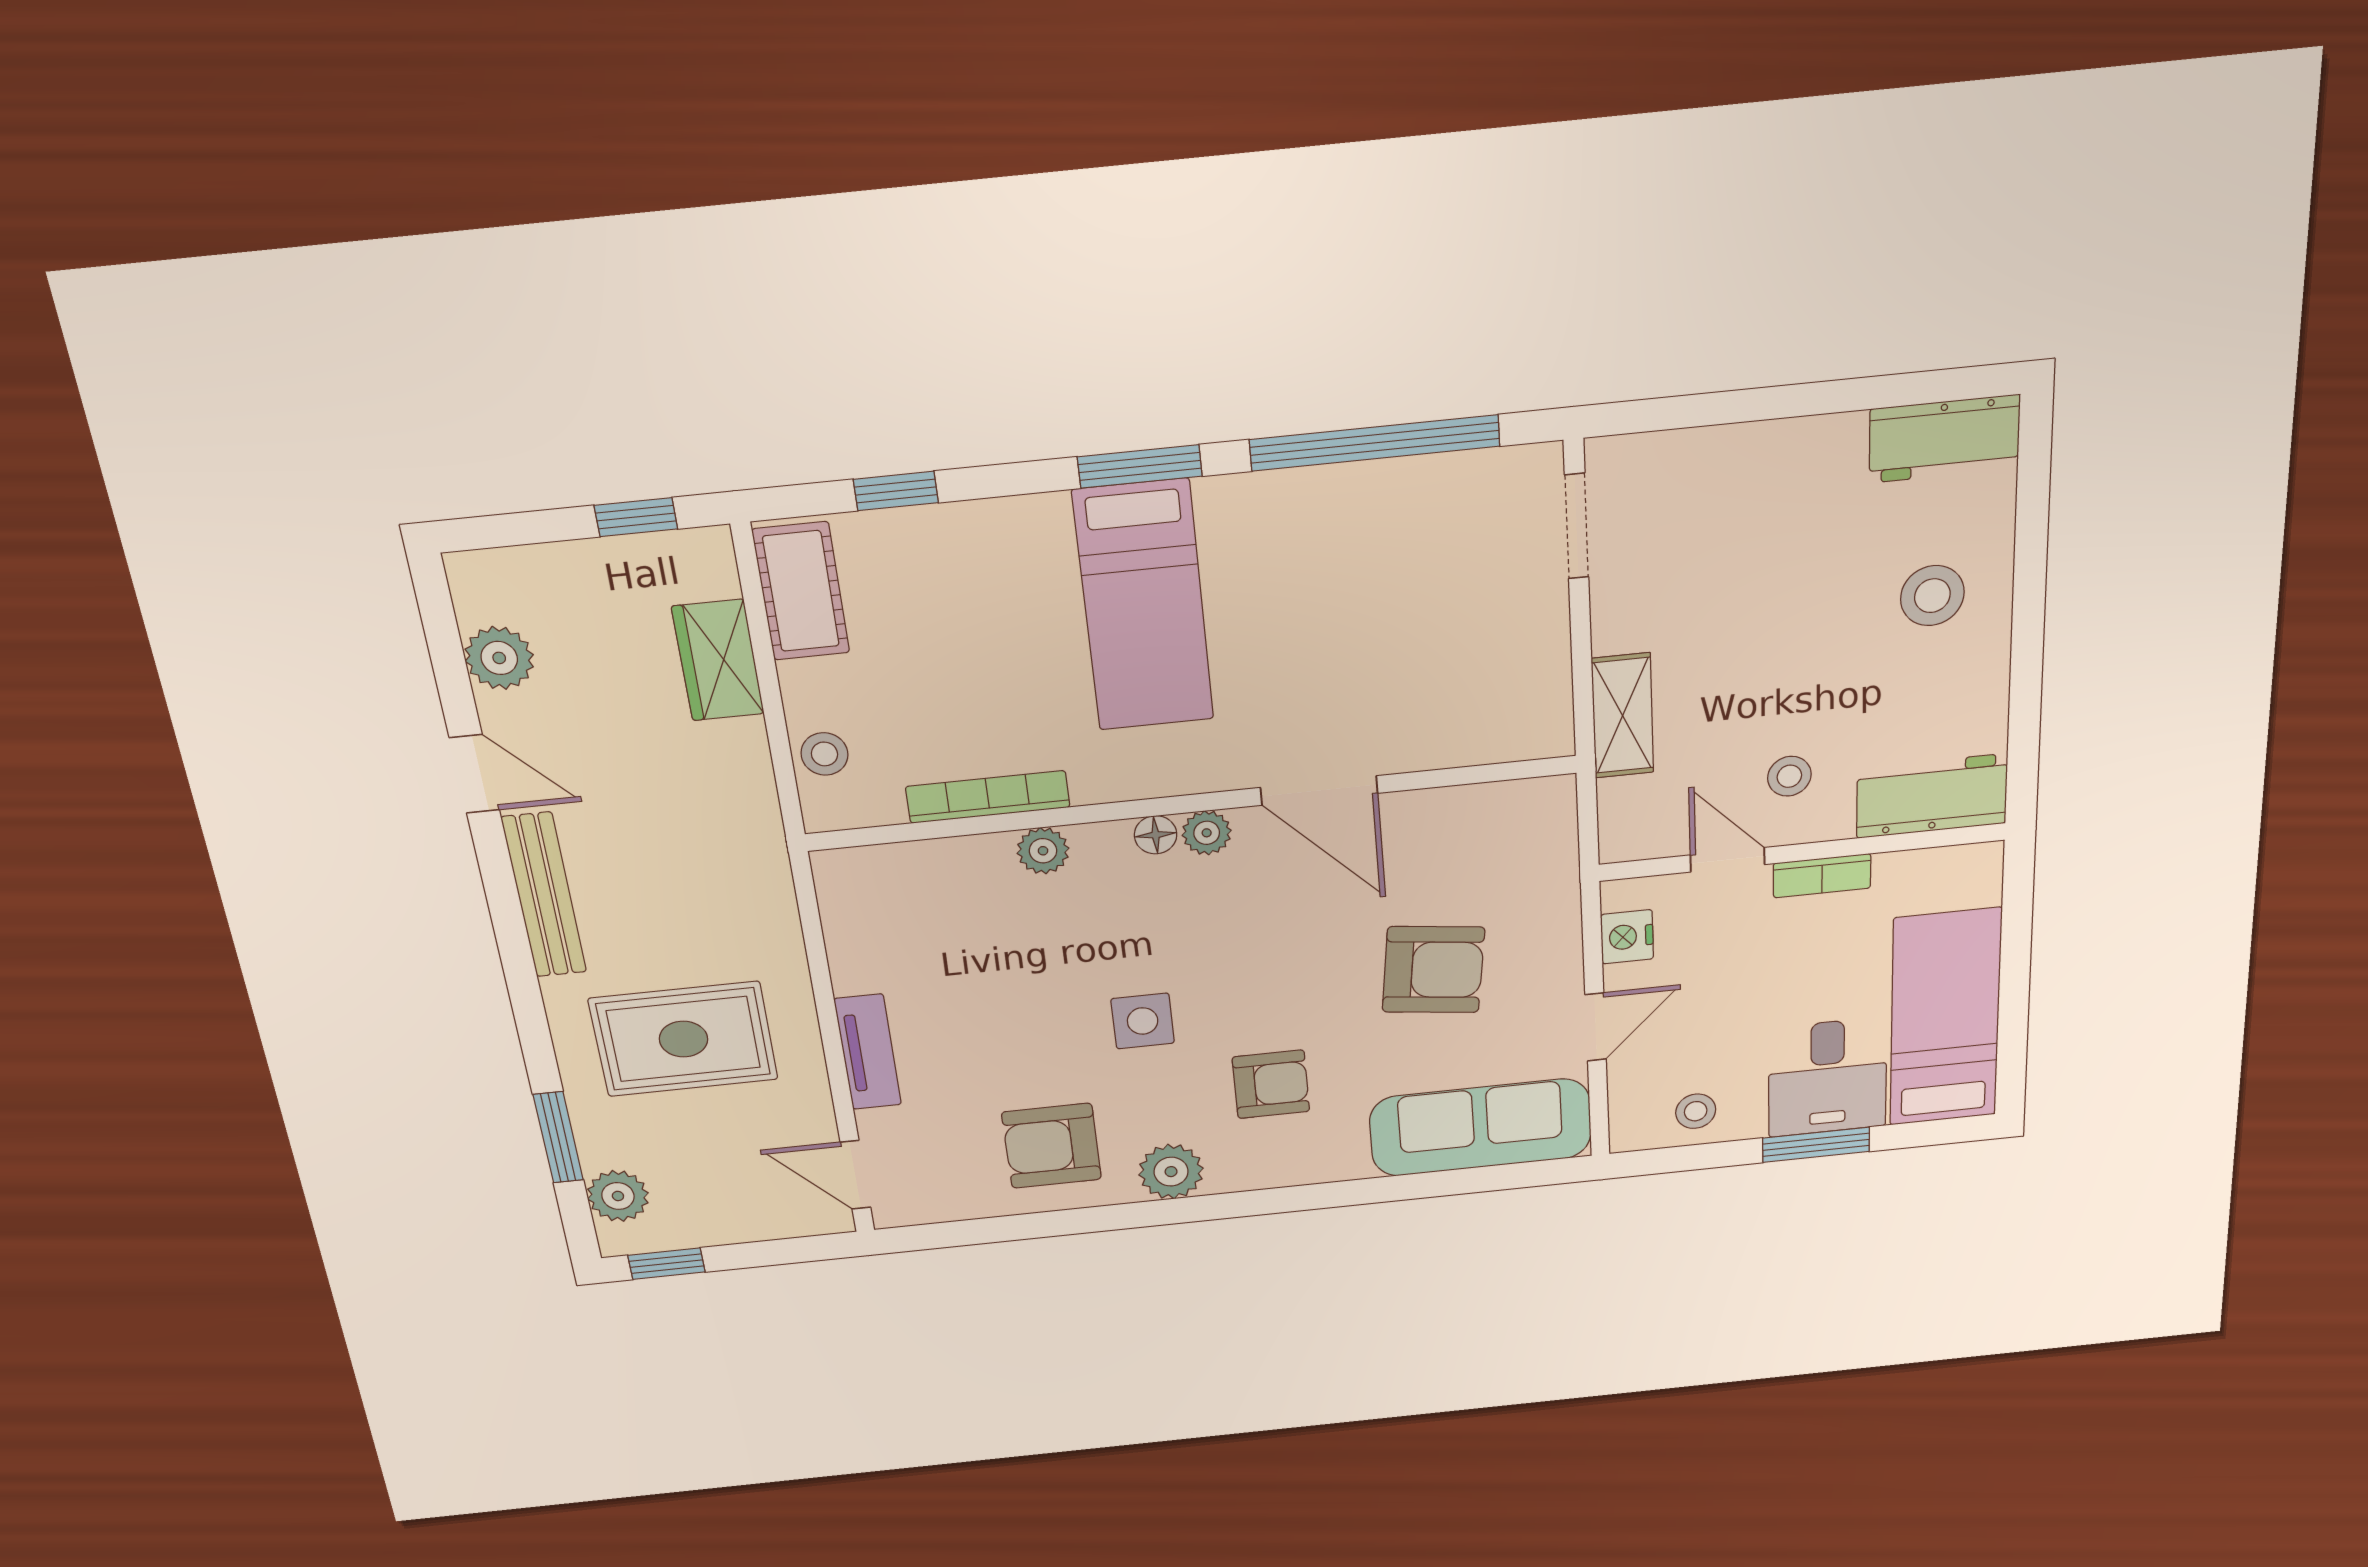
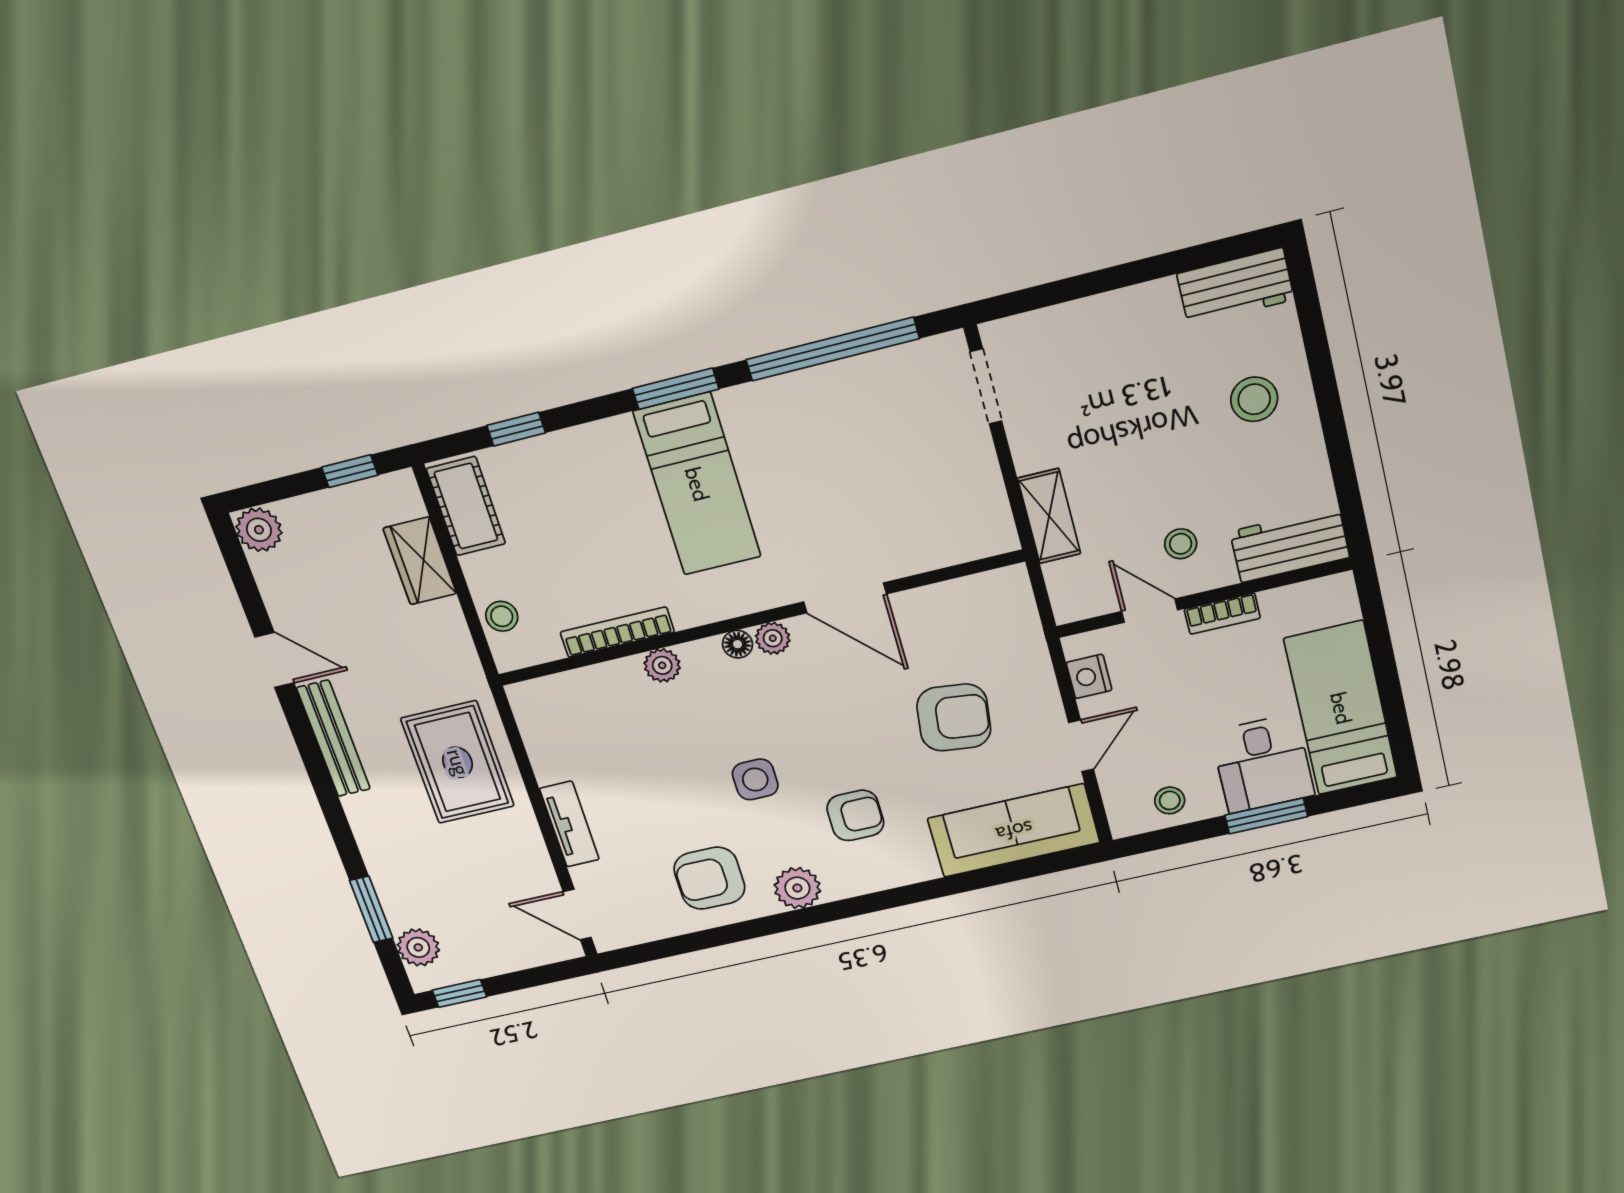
plant: (499, 658) -> (259, 530), moved
rug: (683, 1039) -> (458, 762), moved, turned 90

